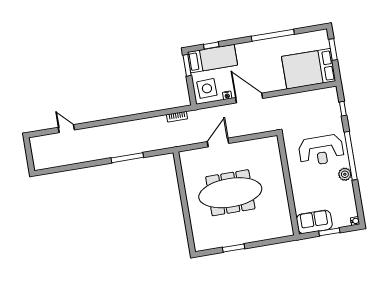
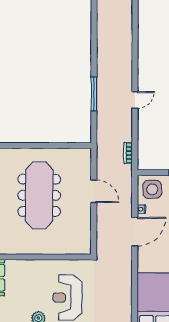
door: (66, 129) -> (135, 100), moved

